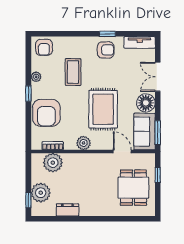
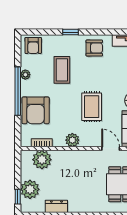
window: (107, 34) -> (71, 32), moved
window: (28, 94) -> (18, 91), width x3.17
rug: (103, 109) -> (92, 107), width x0.73, depth x0.70

